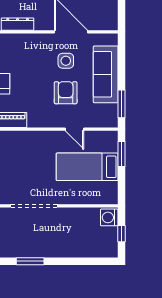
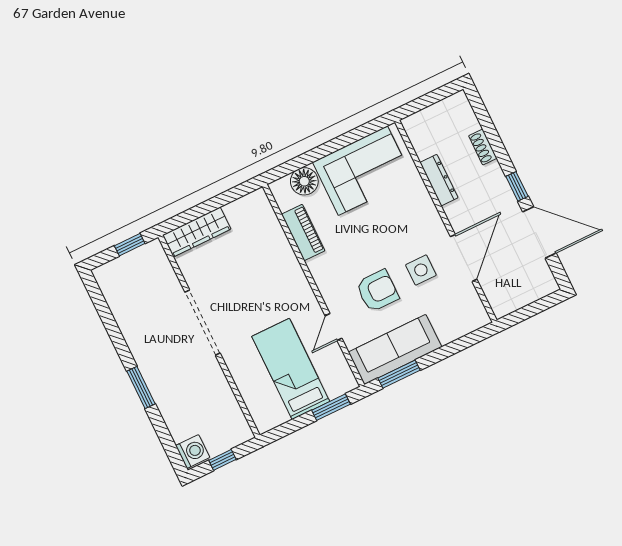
sofa: (106, 74) -> (395, 350), moved
washing machine: (109, 217) -> (193, 452), moved, turned 90
window: (30, 261) -> (141, 387), moved

